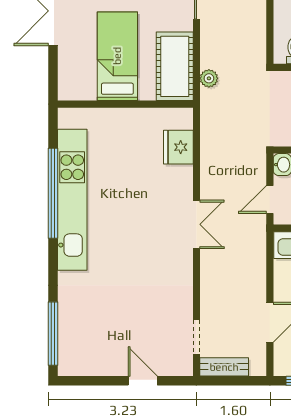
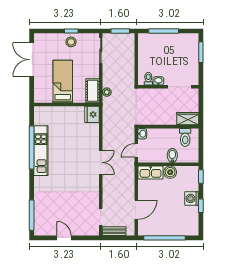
cot: (175, 66) -> (93, 91), width x0.73, depth x0.75
fridge: (178, 147) -> (92, 114), moved
kitchen unit: (72, 200) -> (41, 151), width x0.73
door: (143, 381) -> (64, 238), moved

